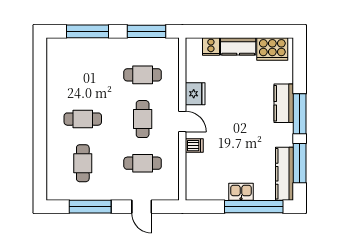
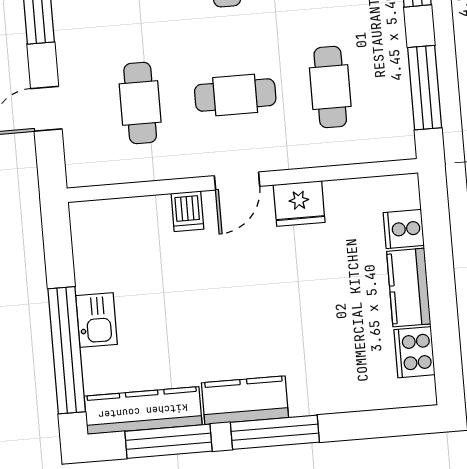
cooker: (272, 49) -> (414, 352), width x0.73, depth x0.76
kitchen counter: (284, 103) -> (245, 400), moved

